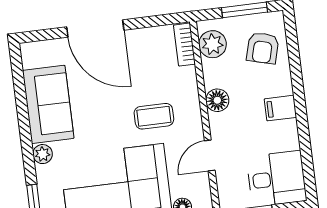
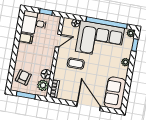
floor lamp: (217, 100) -> (46, 74), moved
sofa: (48, 104) -> (115, 93), moved
filing cabinet: (280, 108) -> (26, 38), moved

